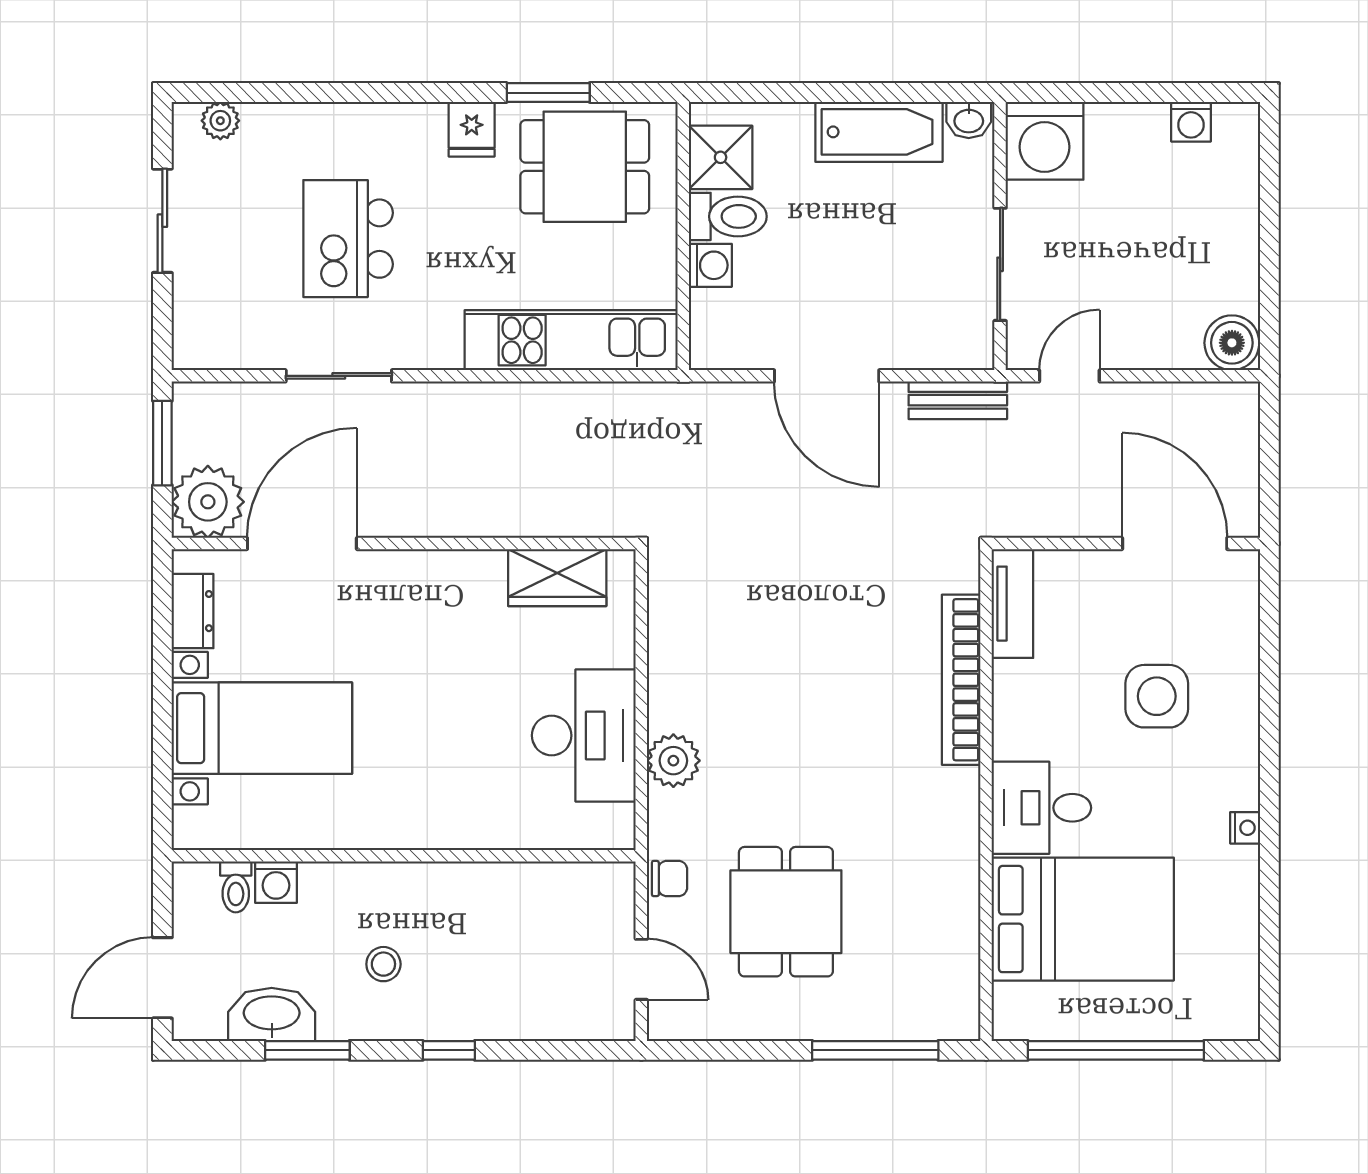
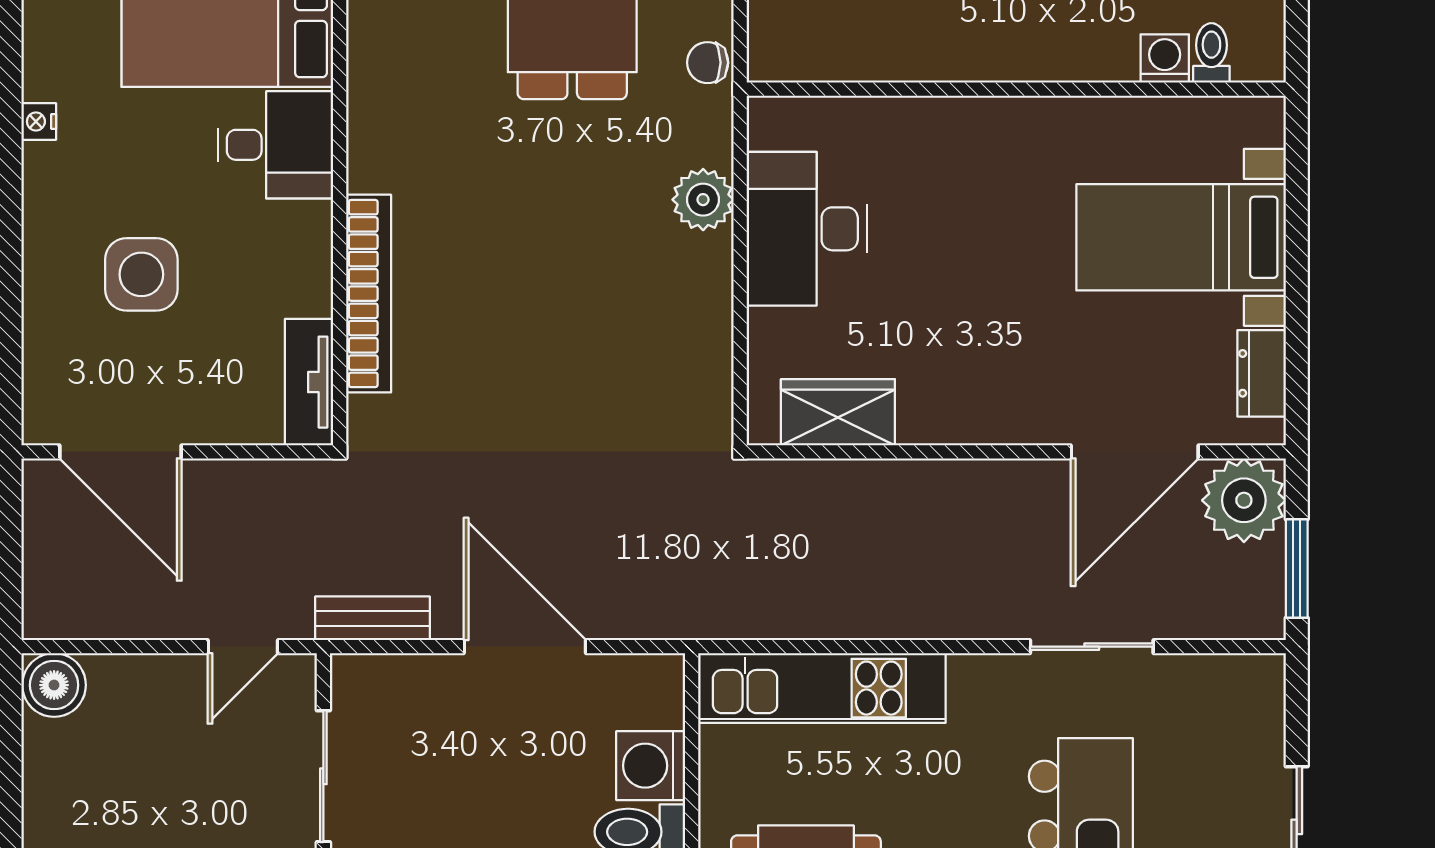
washing machine: (710, 265) -> (651, 766), width x1.38, depth x1.38

